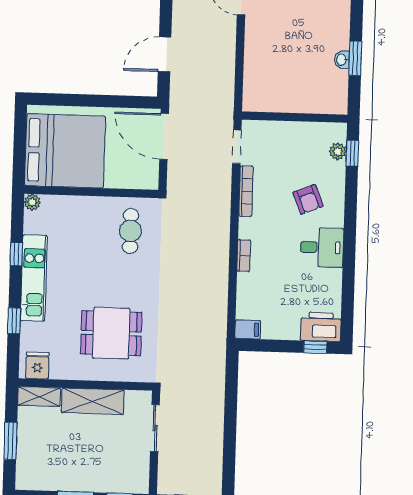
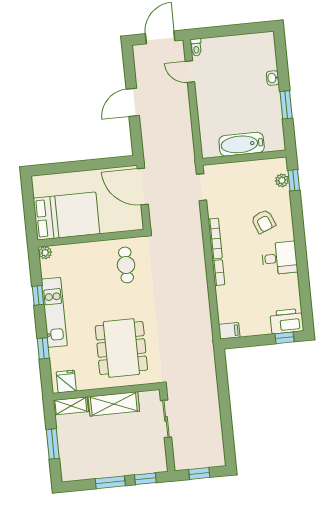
door: (165, 54) -> (133, 102), moved
washbasin: (342, 60) -> (273, 78), moved
bathtub: (294, 100) -> (242, 144), added
bed: (65, 151) -> (66, 216), width x0.73
bookcase: (246, 191) -> (215, 239), moved
dining table: (111, 333) -> (121, 348), width x1.38

